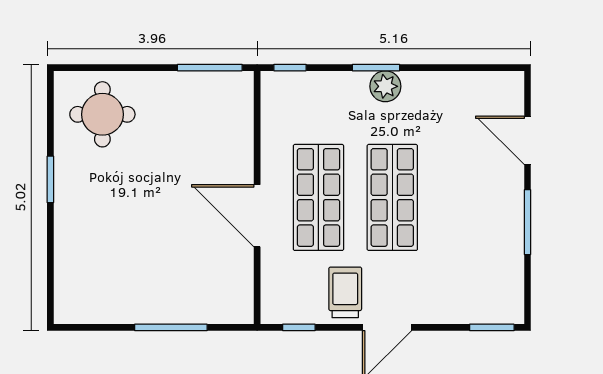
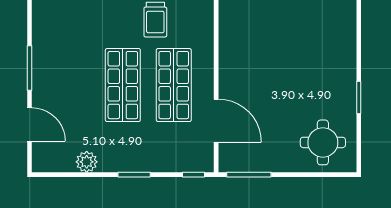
plant: (385, 86) -> (87, 162), moved
door: (257, 216) -> (216, 121), moved

